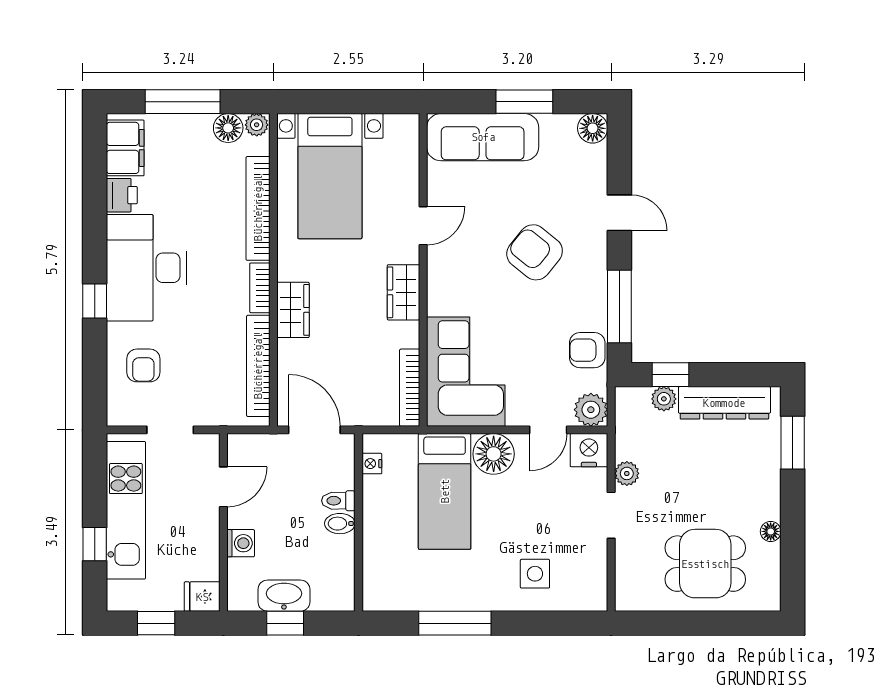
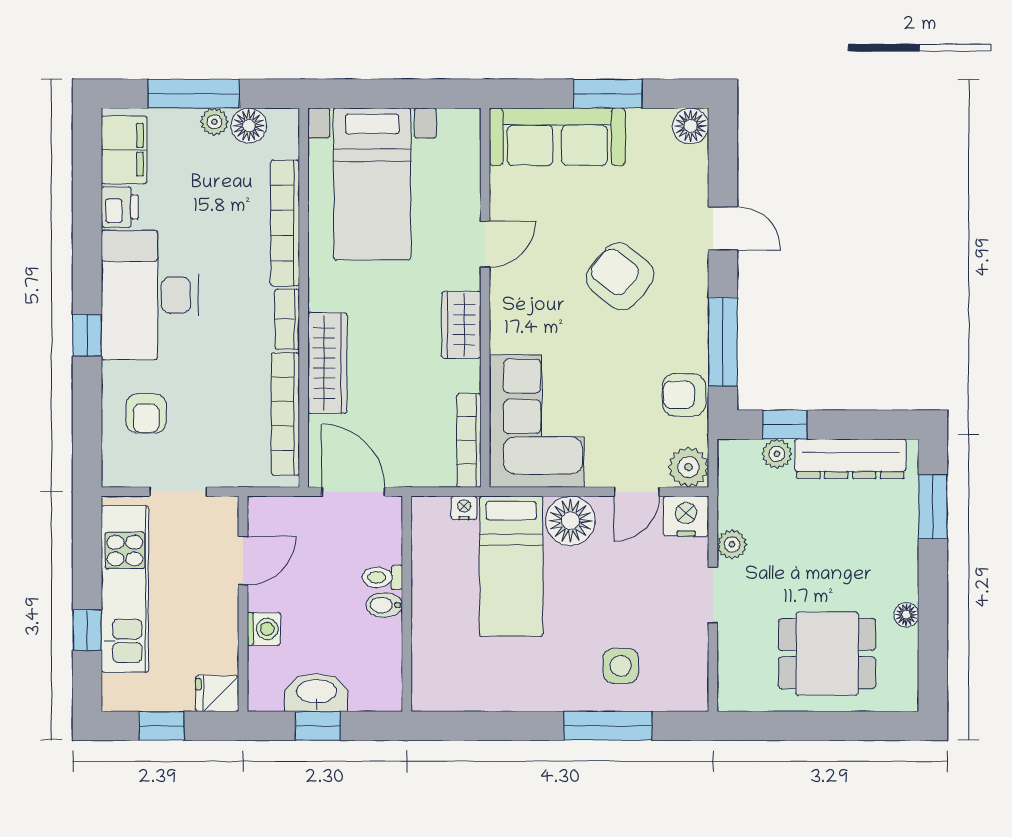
plant: (257, 125) -> (214, 122), moved
wardrobe: (293, 310) -> (327, 363), width x1.50
nightstand: (372, 464) -> (464, 508), moved, turned 90
window: (455, 623) -> (608, 726), moved

